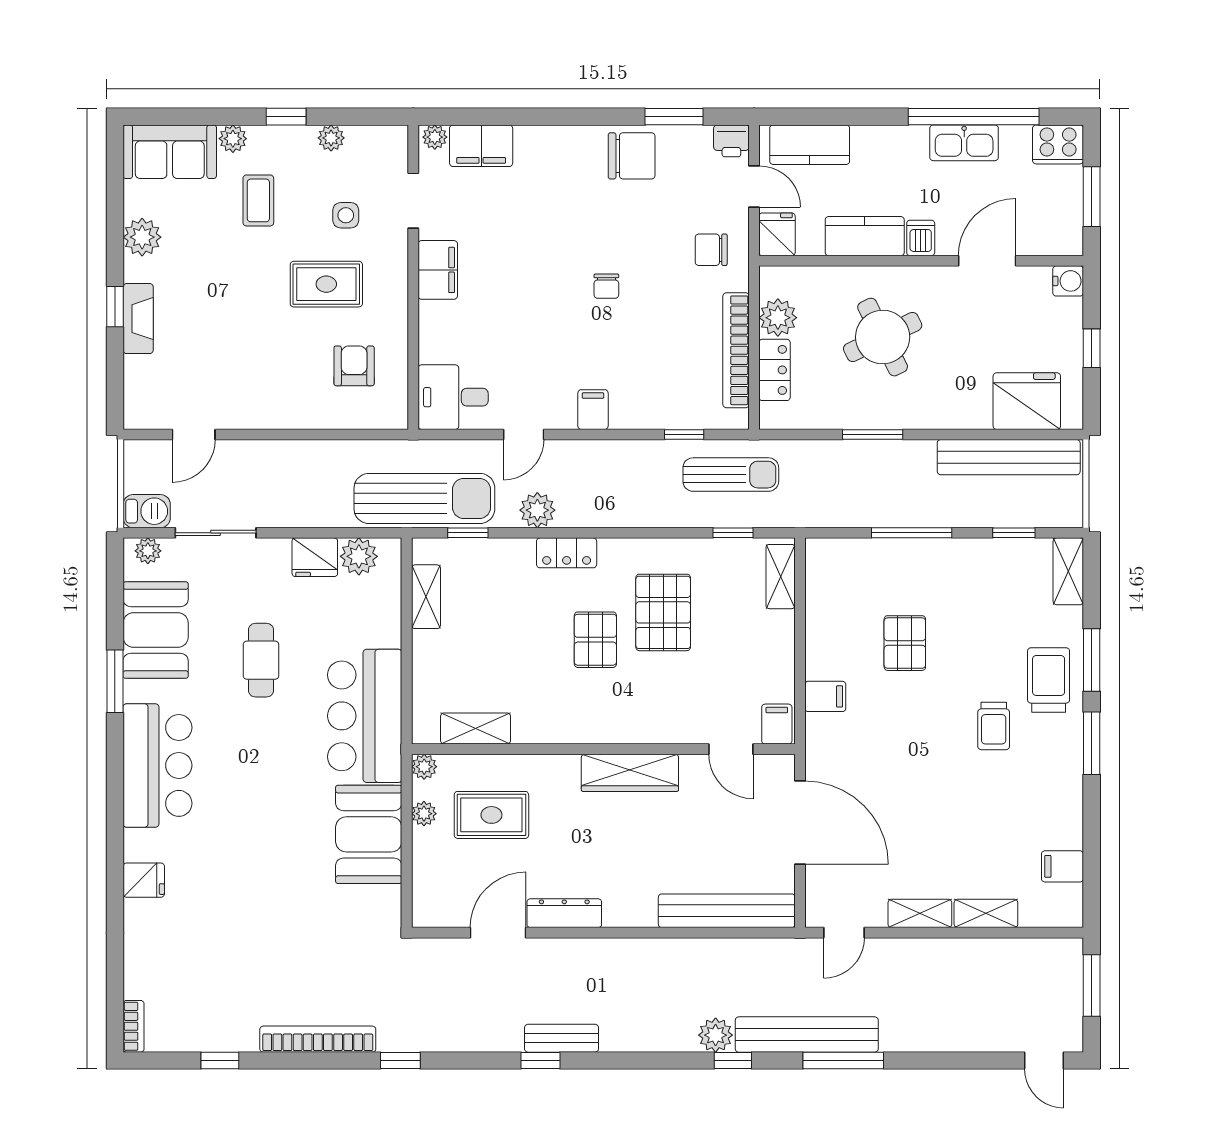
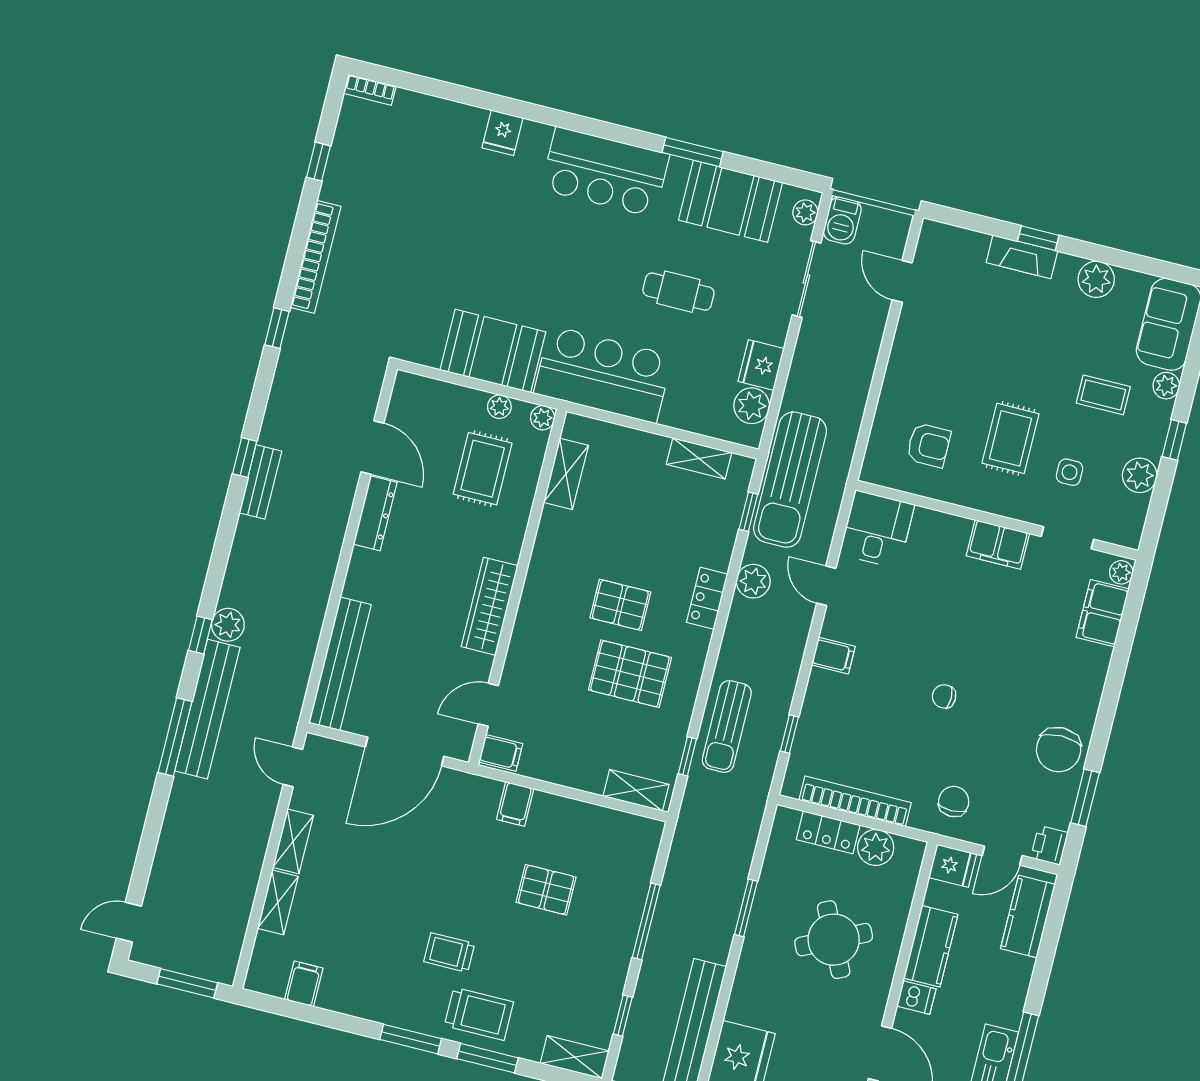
plant: (331, 138) -> (1140, 475), width x1.38, depth x1.38
sun lounger: (731, 475) -> (727, 726), moved

